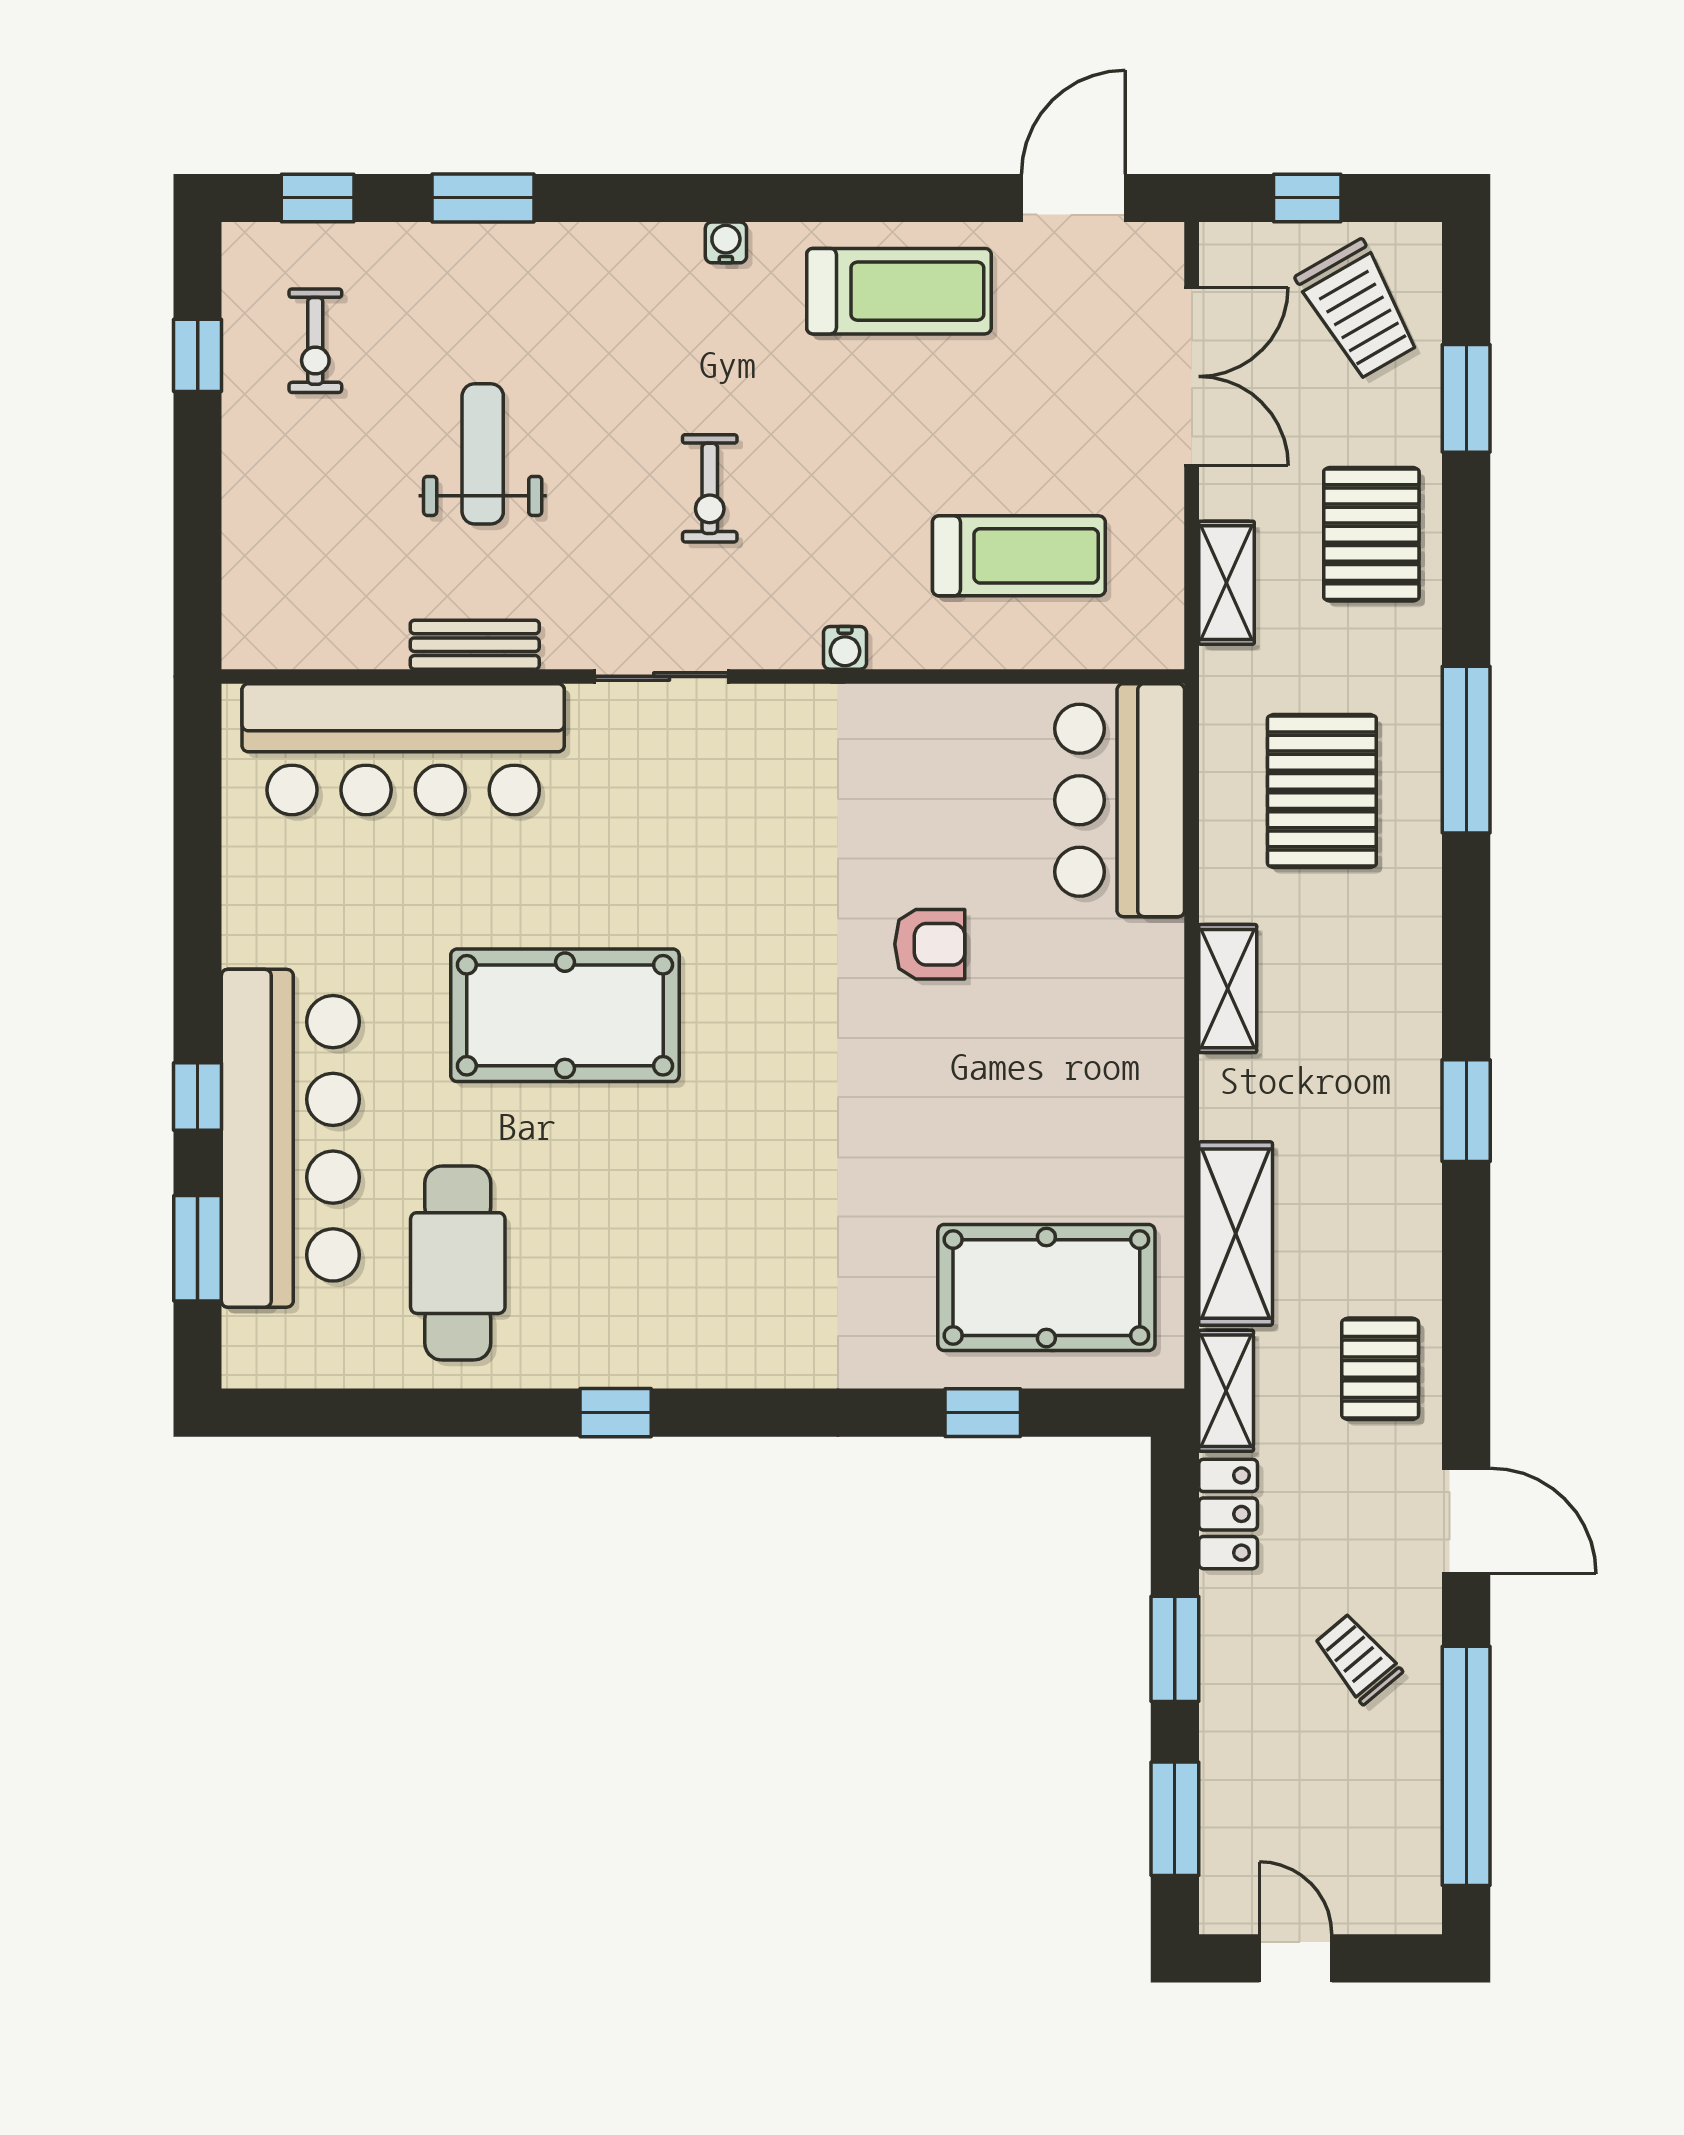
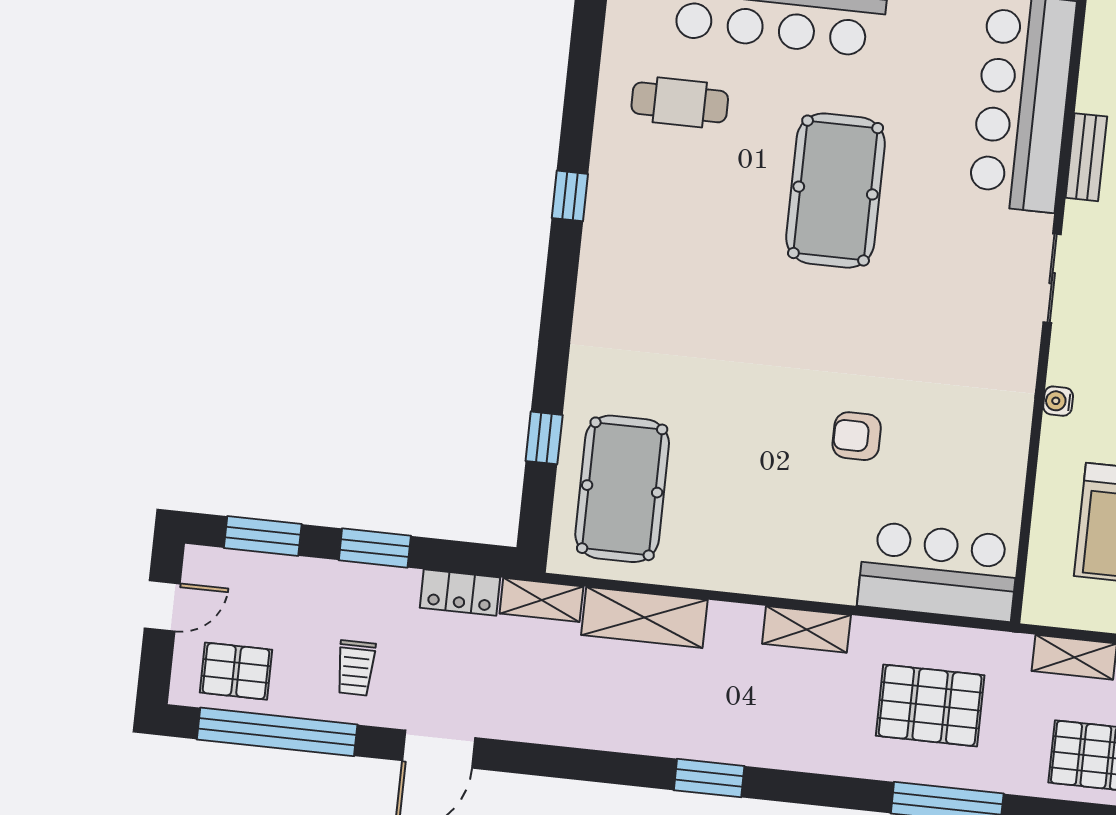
armchair: (930, 944) -> (857, 436), turned 90
cafe table: (458, 1263) -> (680, 102), width x0.73, depth x0.74
pallet: (1380, 1369) -> (236, 671), moved
trolley: (1358, 1658) -> (356, 668), turned 130

